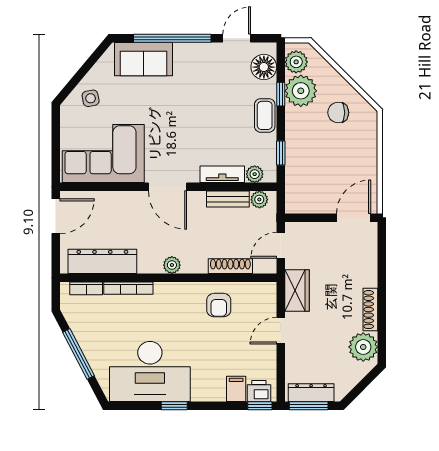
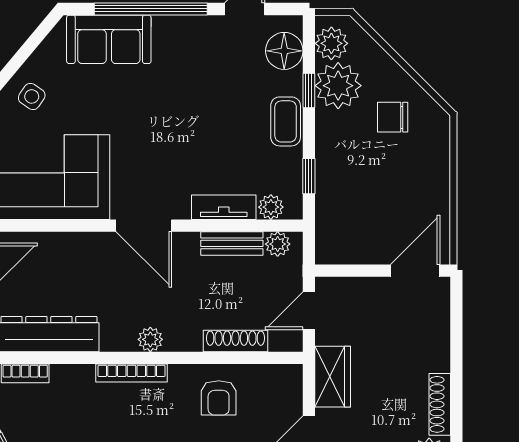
side table: (91, 98) -> (32, 96), turned 45
bookcase: (128, 288) -> (132, 373), moved

